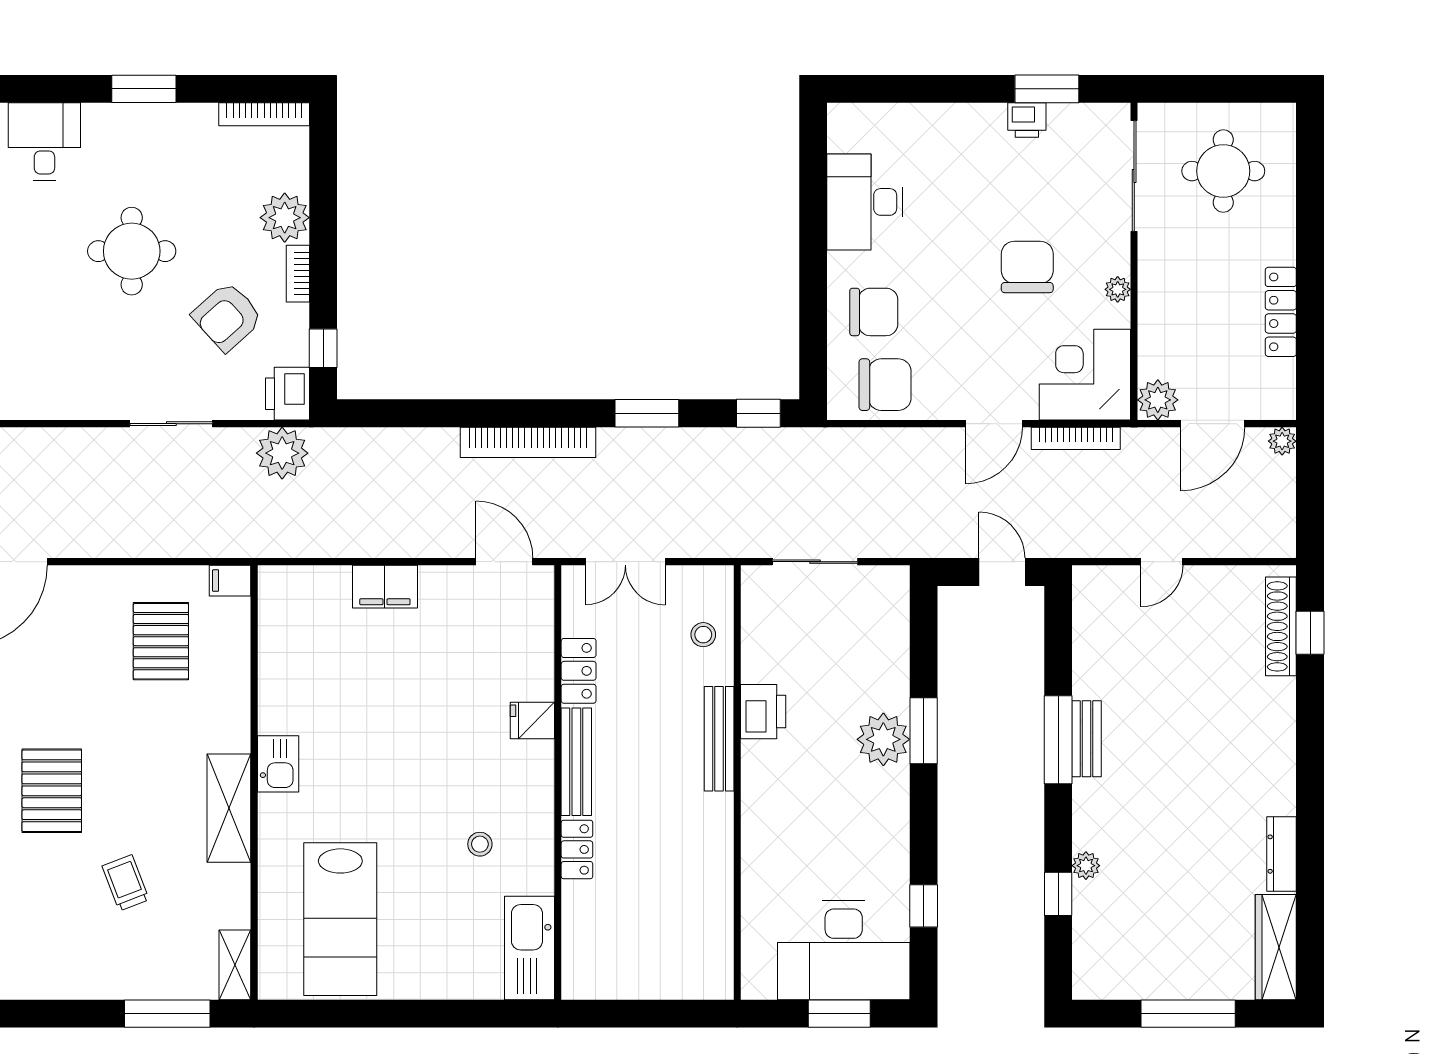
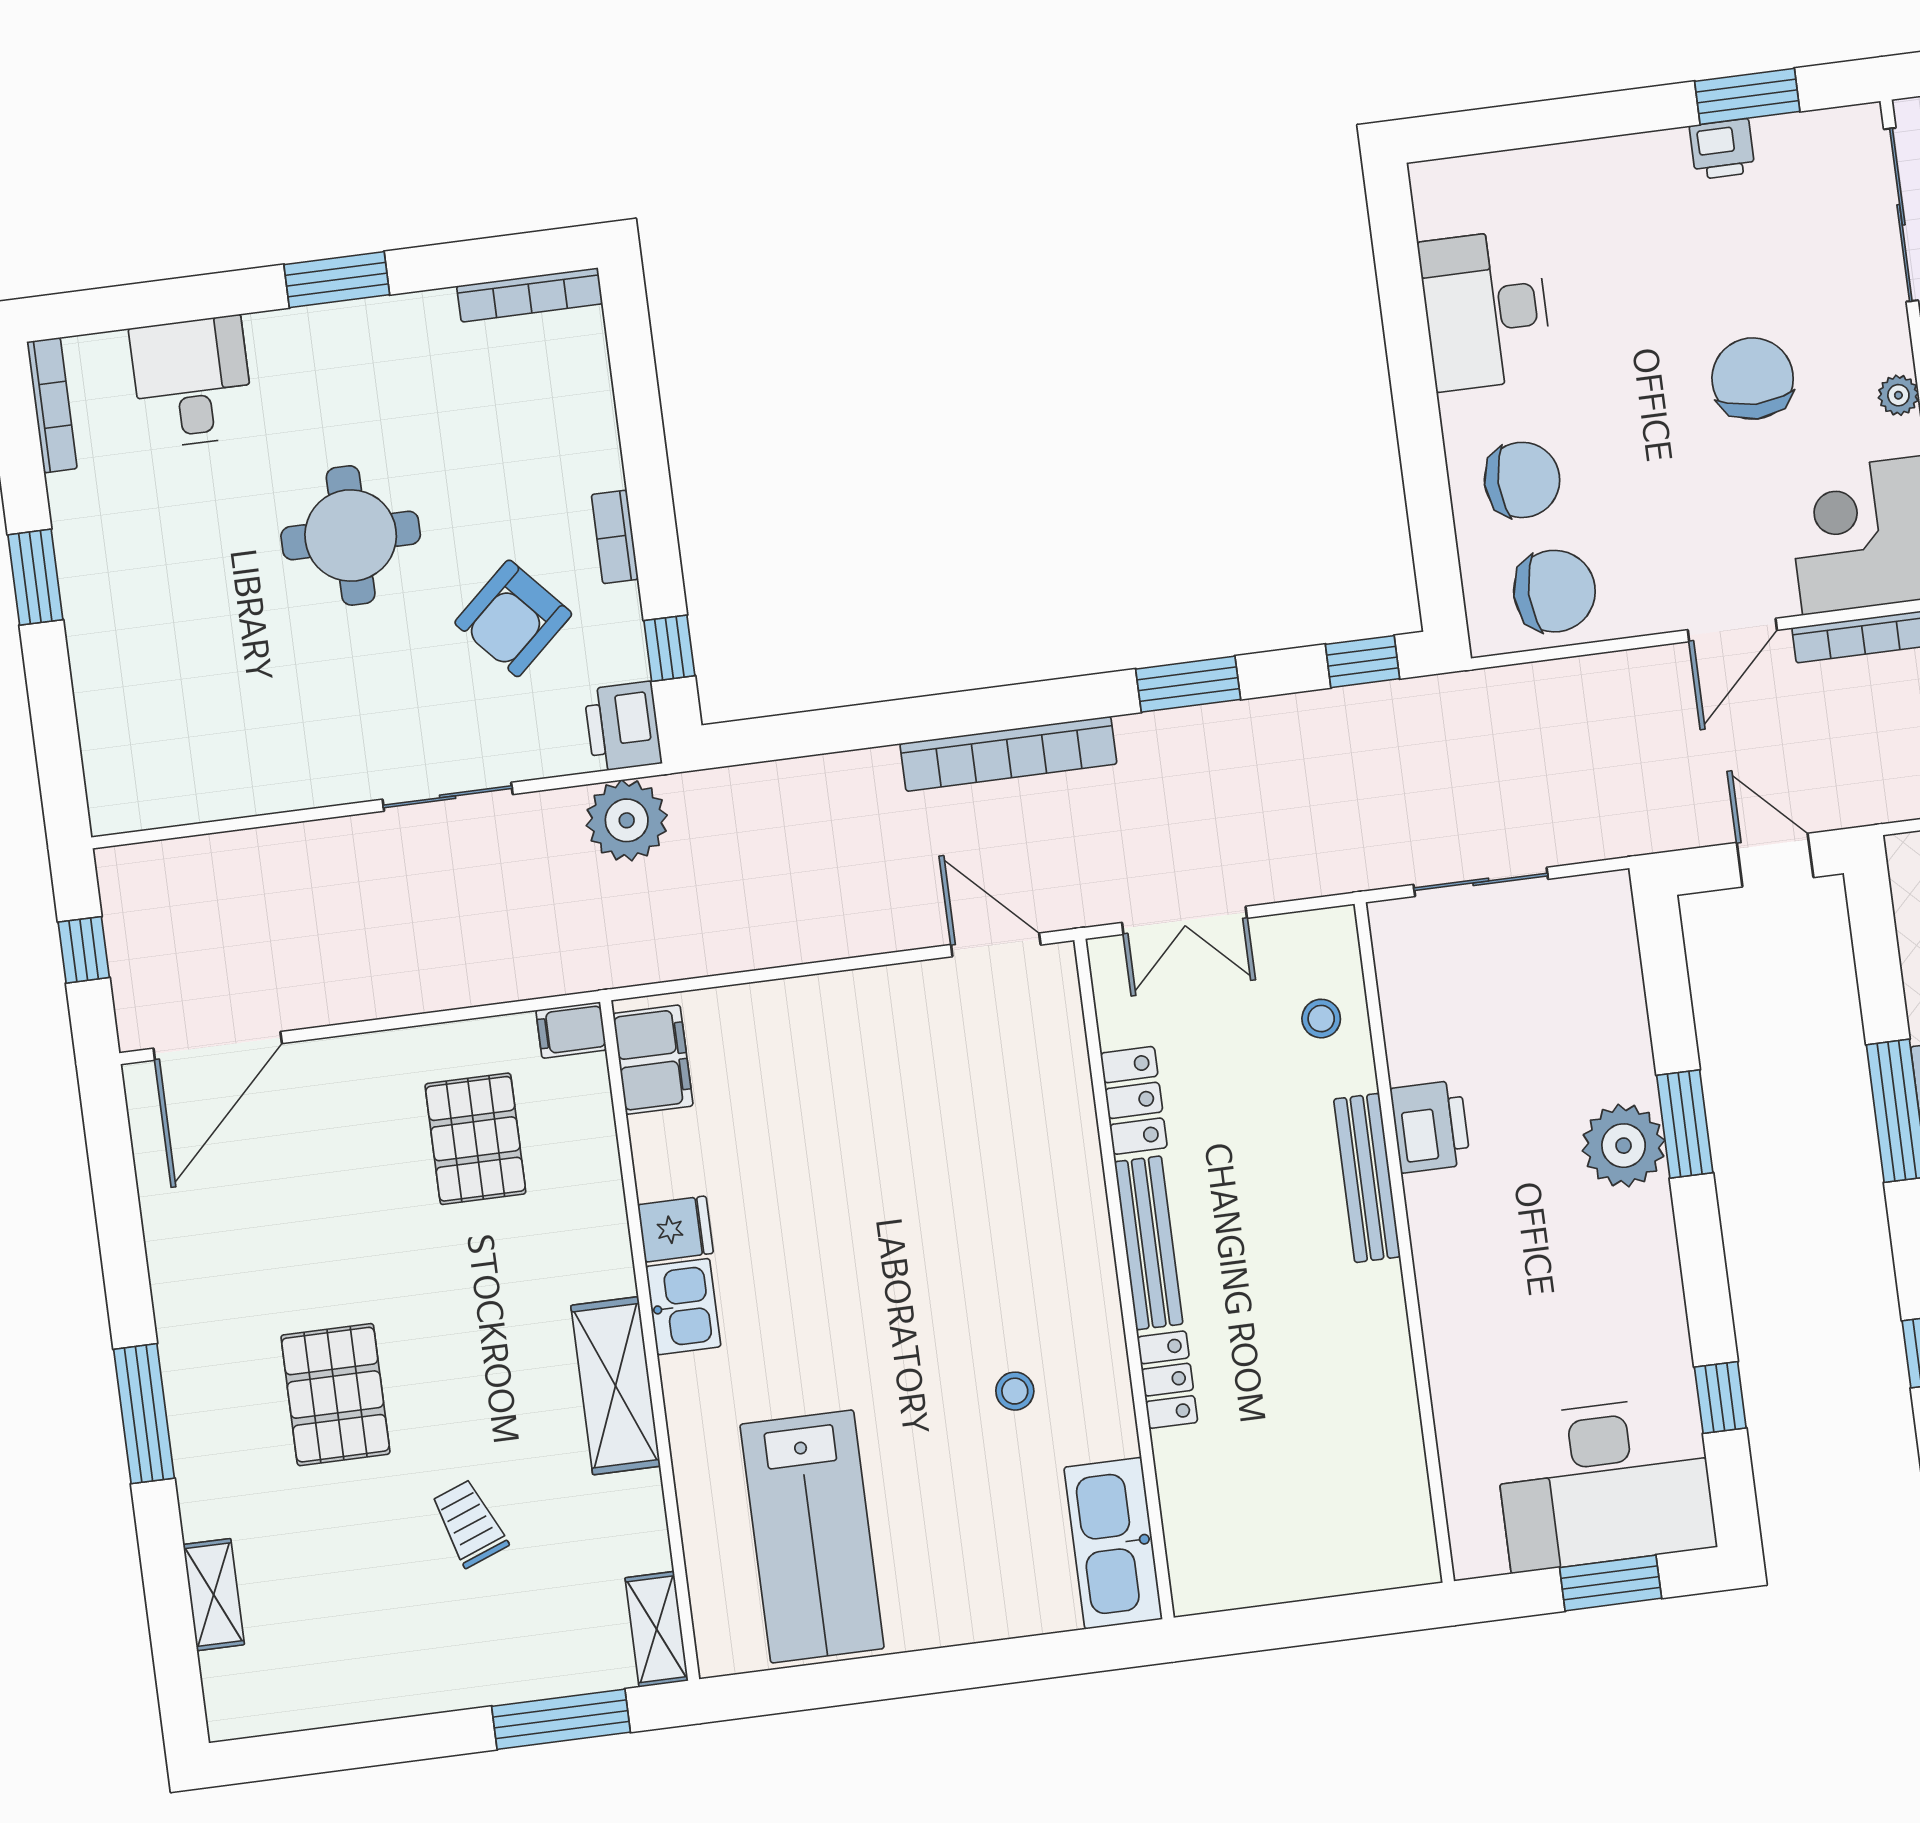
plant: (285, 218) -> (583, 452), removed
filing cabinet: (385, 587) -> (653, 1060), moved, turned -90
fridge: (532, 720) -> (676, 1229), moved, turned 180

